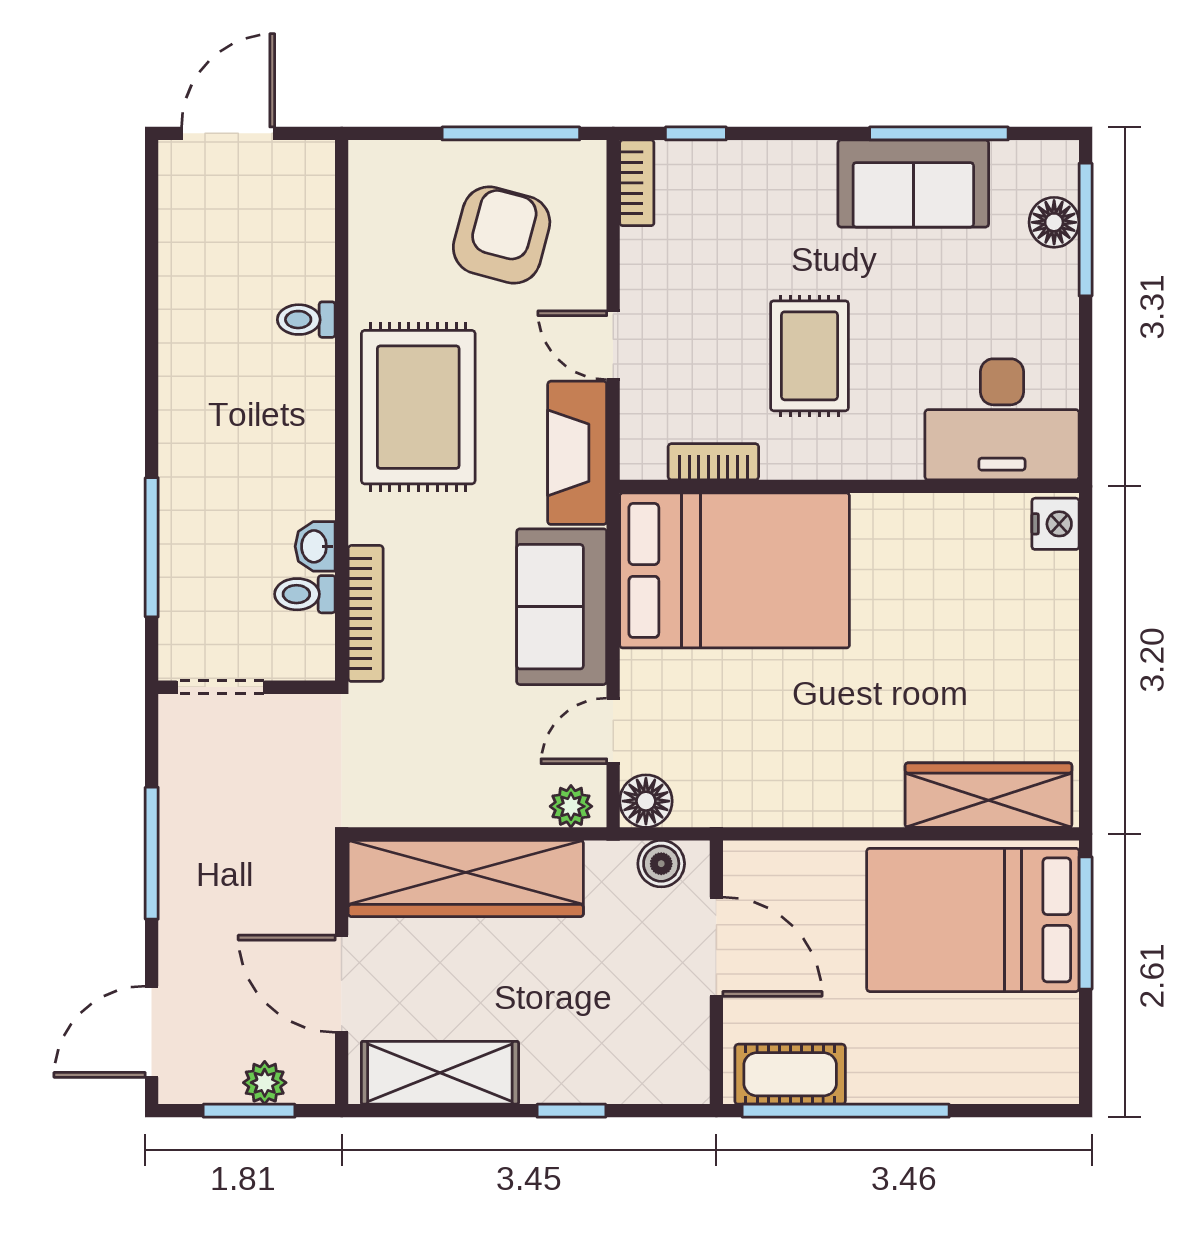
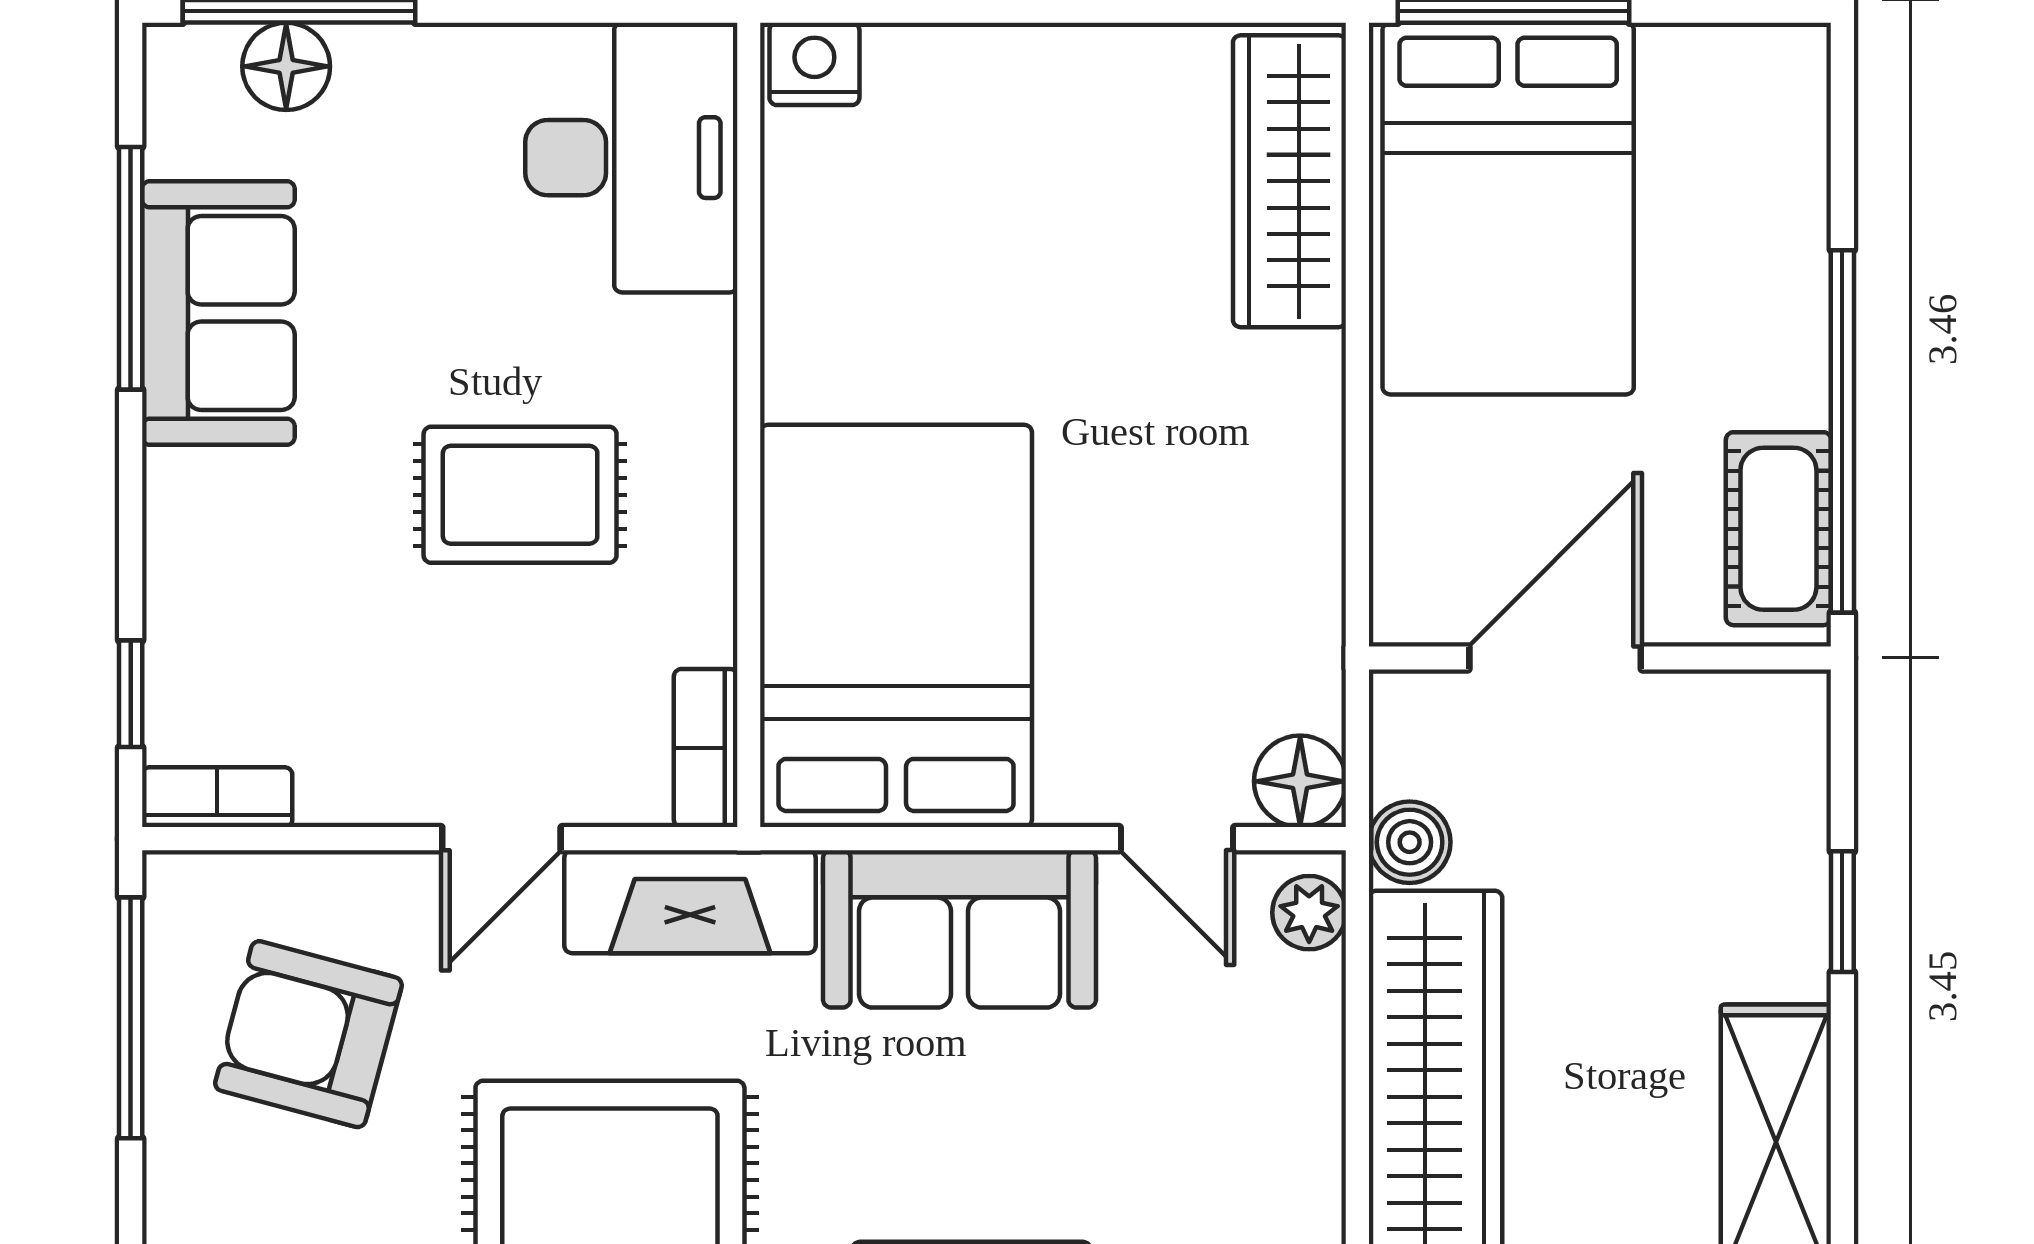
bookcase: (713, 462) -> (706, 748), moved
boiler: (661, 864) -> (1410, 842), moved

